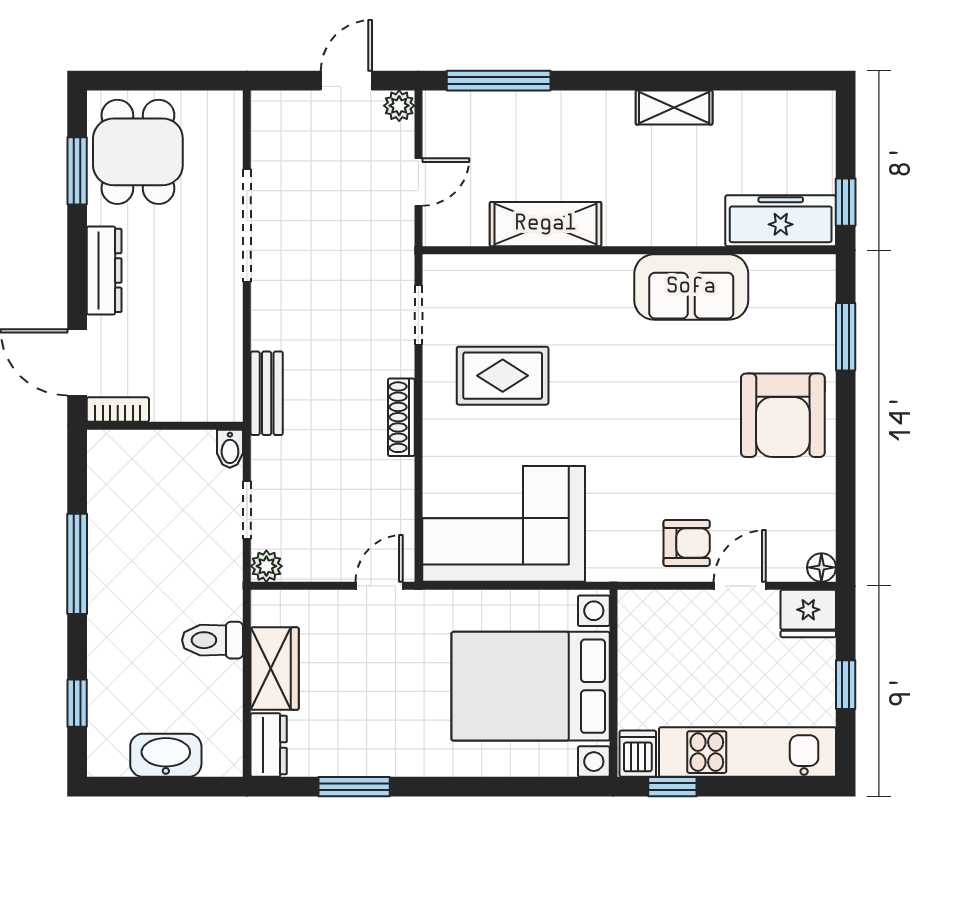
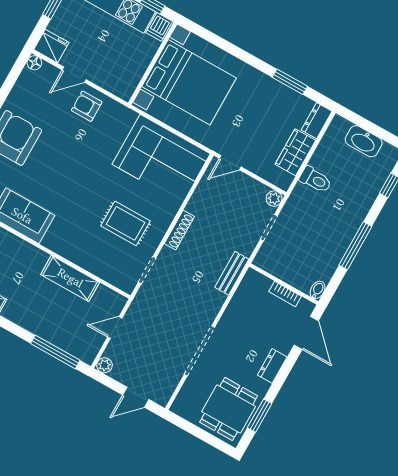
door: (346, 81) -> (136, 397), moved
dresser: (104, 270) -> (272, 366), width x0.70
bookcase: (118, 410) -> (285, 294), moved
bidet: (230, 449) -> (318, 290), moved

